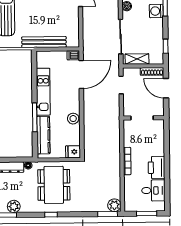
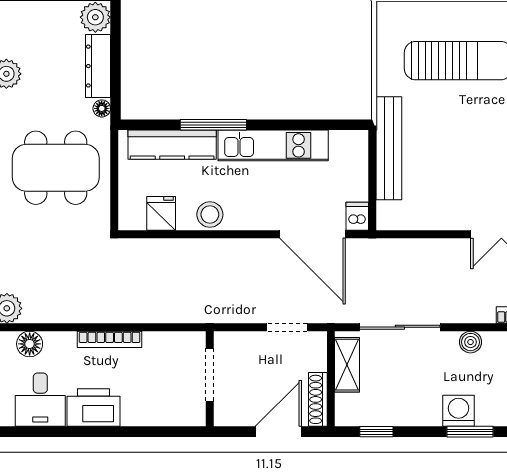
fridge: (73, 152) -> (161, 213), moved
floor lamp: (130, 195) -> (30, 344), added

